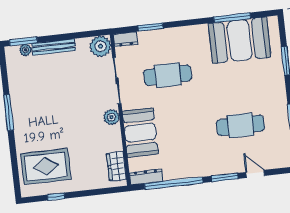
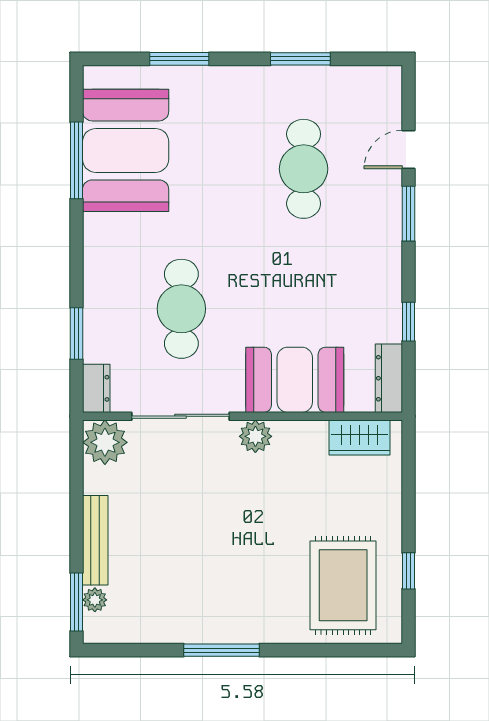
window: (174, 183) -> (408, 322), width x0.32

